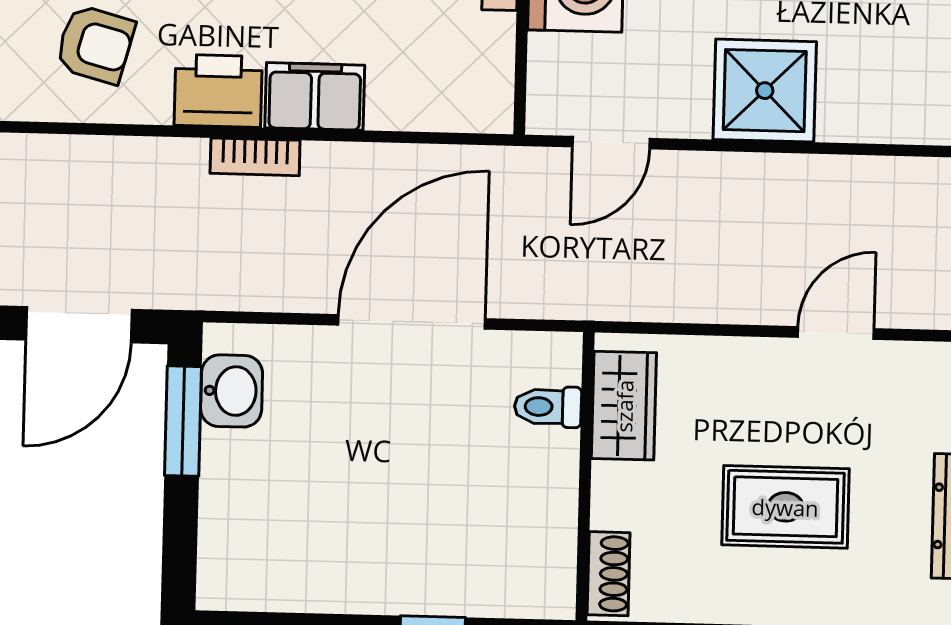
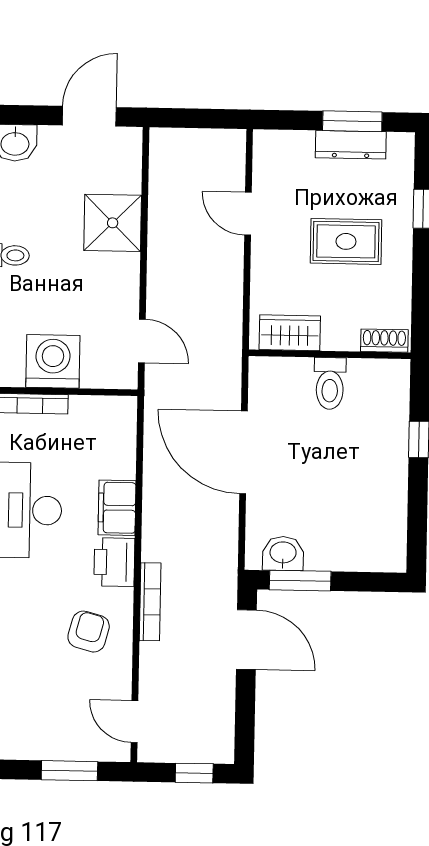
shower: (765, 91) -> (113, 223), moved
bookcase: (255, 157) -> (150, 602), moved, width x1.56
toilet: (548, 407) -> (330, 383), moved, width x1.37, depth x1.39
rug: (785, 507) -> (346, 241), turned 90

